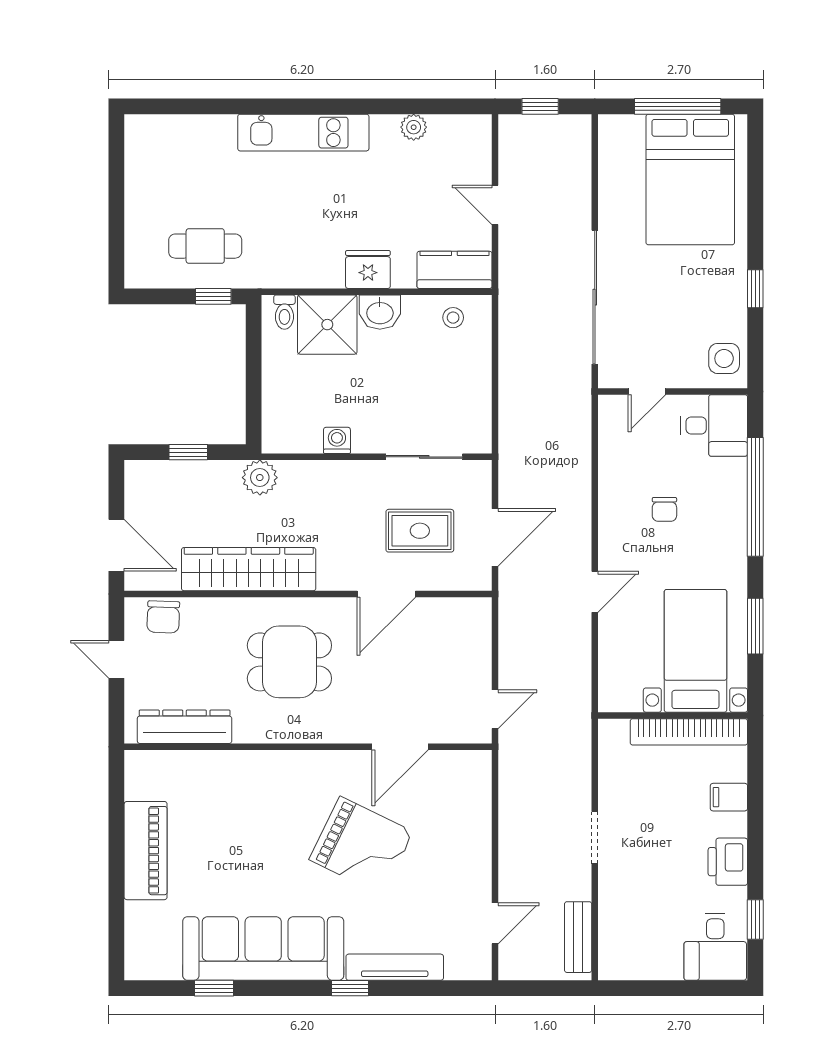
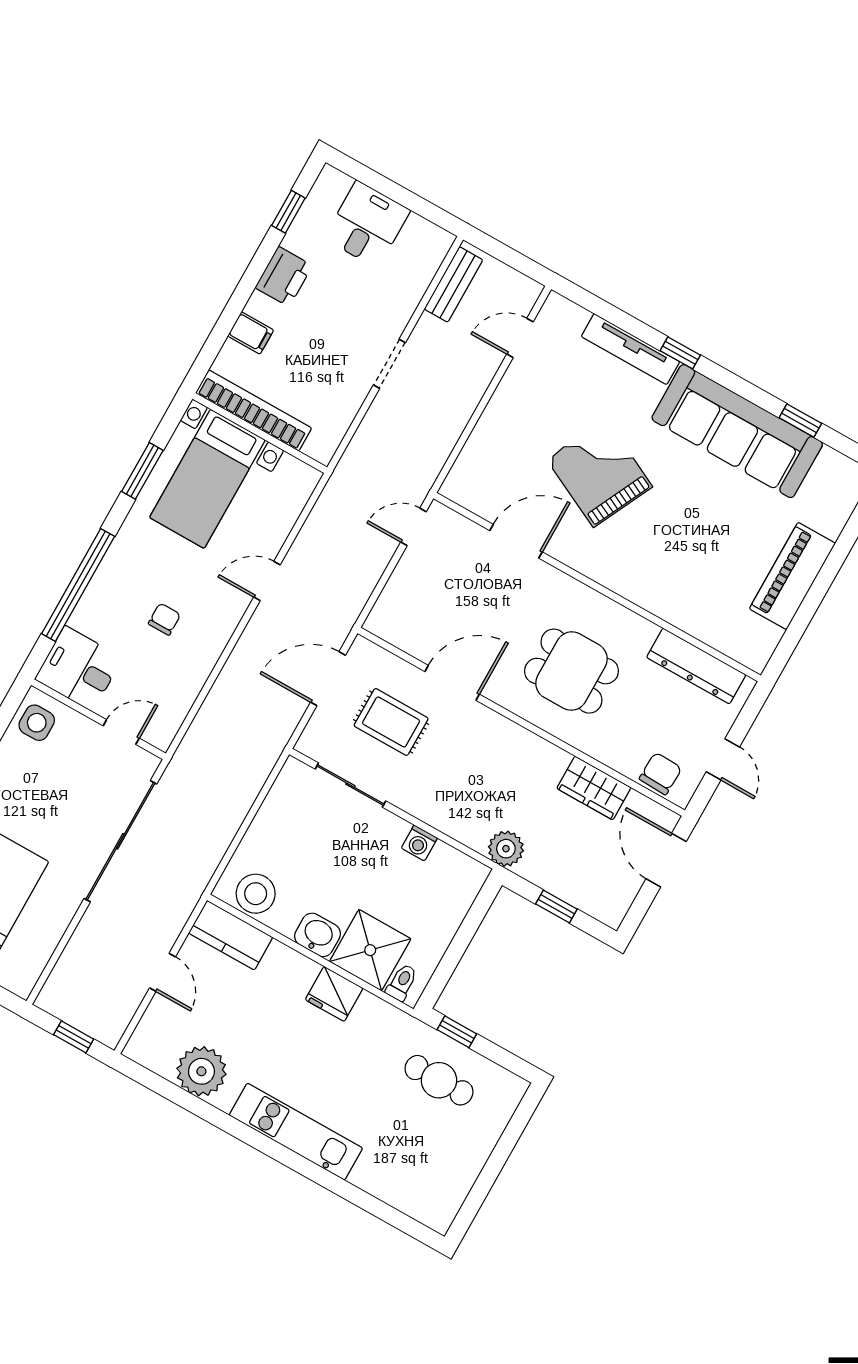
plant: (414, 127) -> (201, 1071), width x1.87, depth x1.87
fridge: (368, 269) -> (334, 994), moved
stool: (453, 318) -> (256, 894), width x1.89, depth x1.89
wardrobe: (249, 569) -> (594, 788), width x0.48, depth x0.85
desk: (715, 947) -> (367, 224), moved

